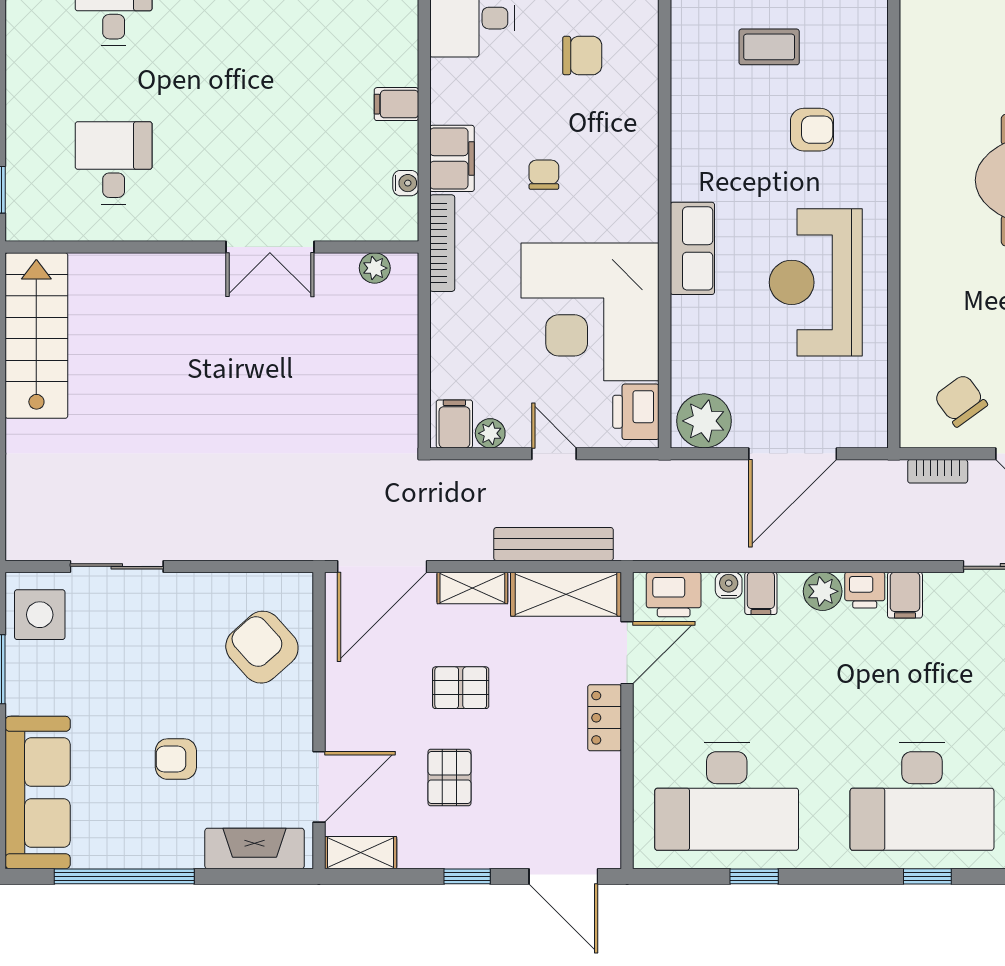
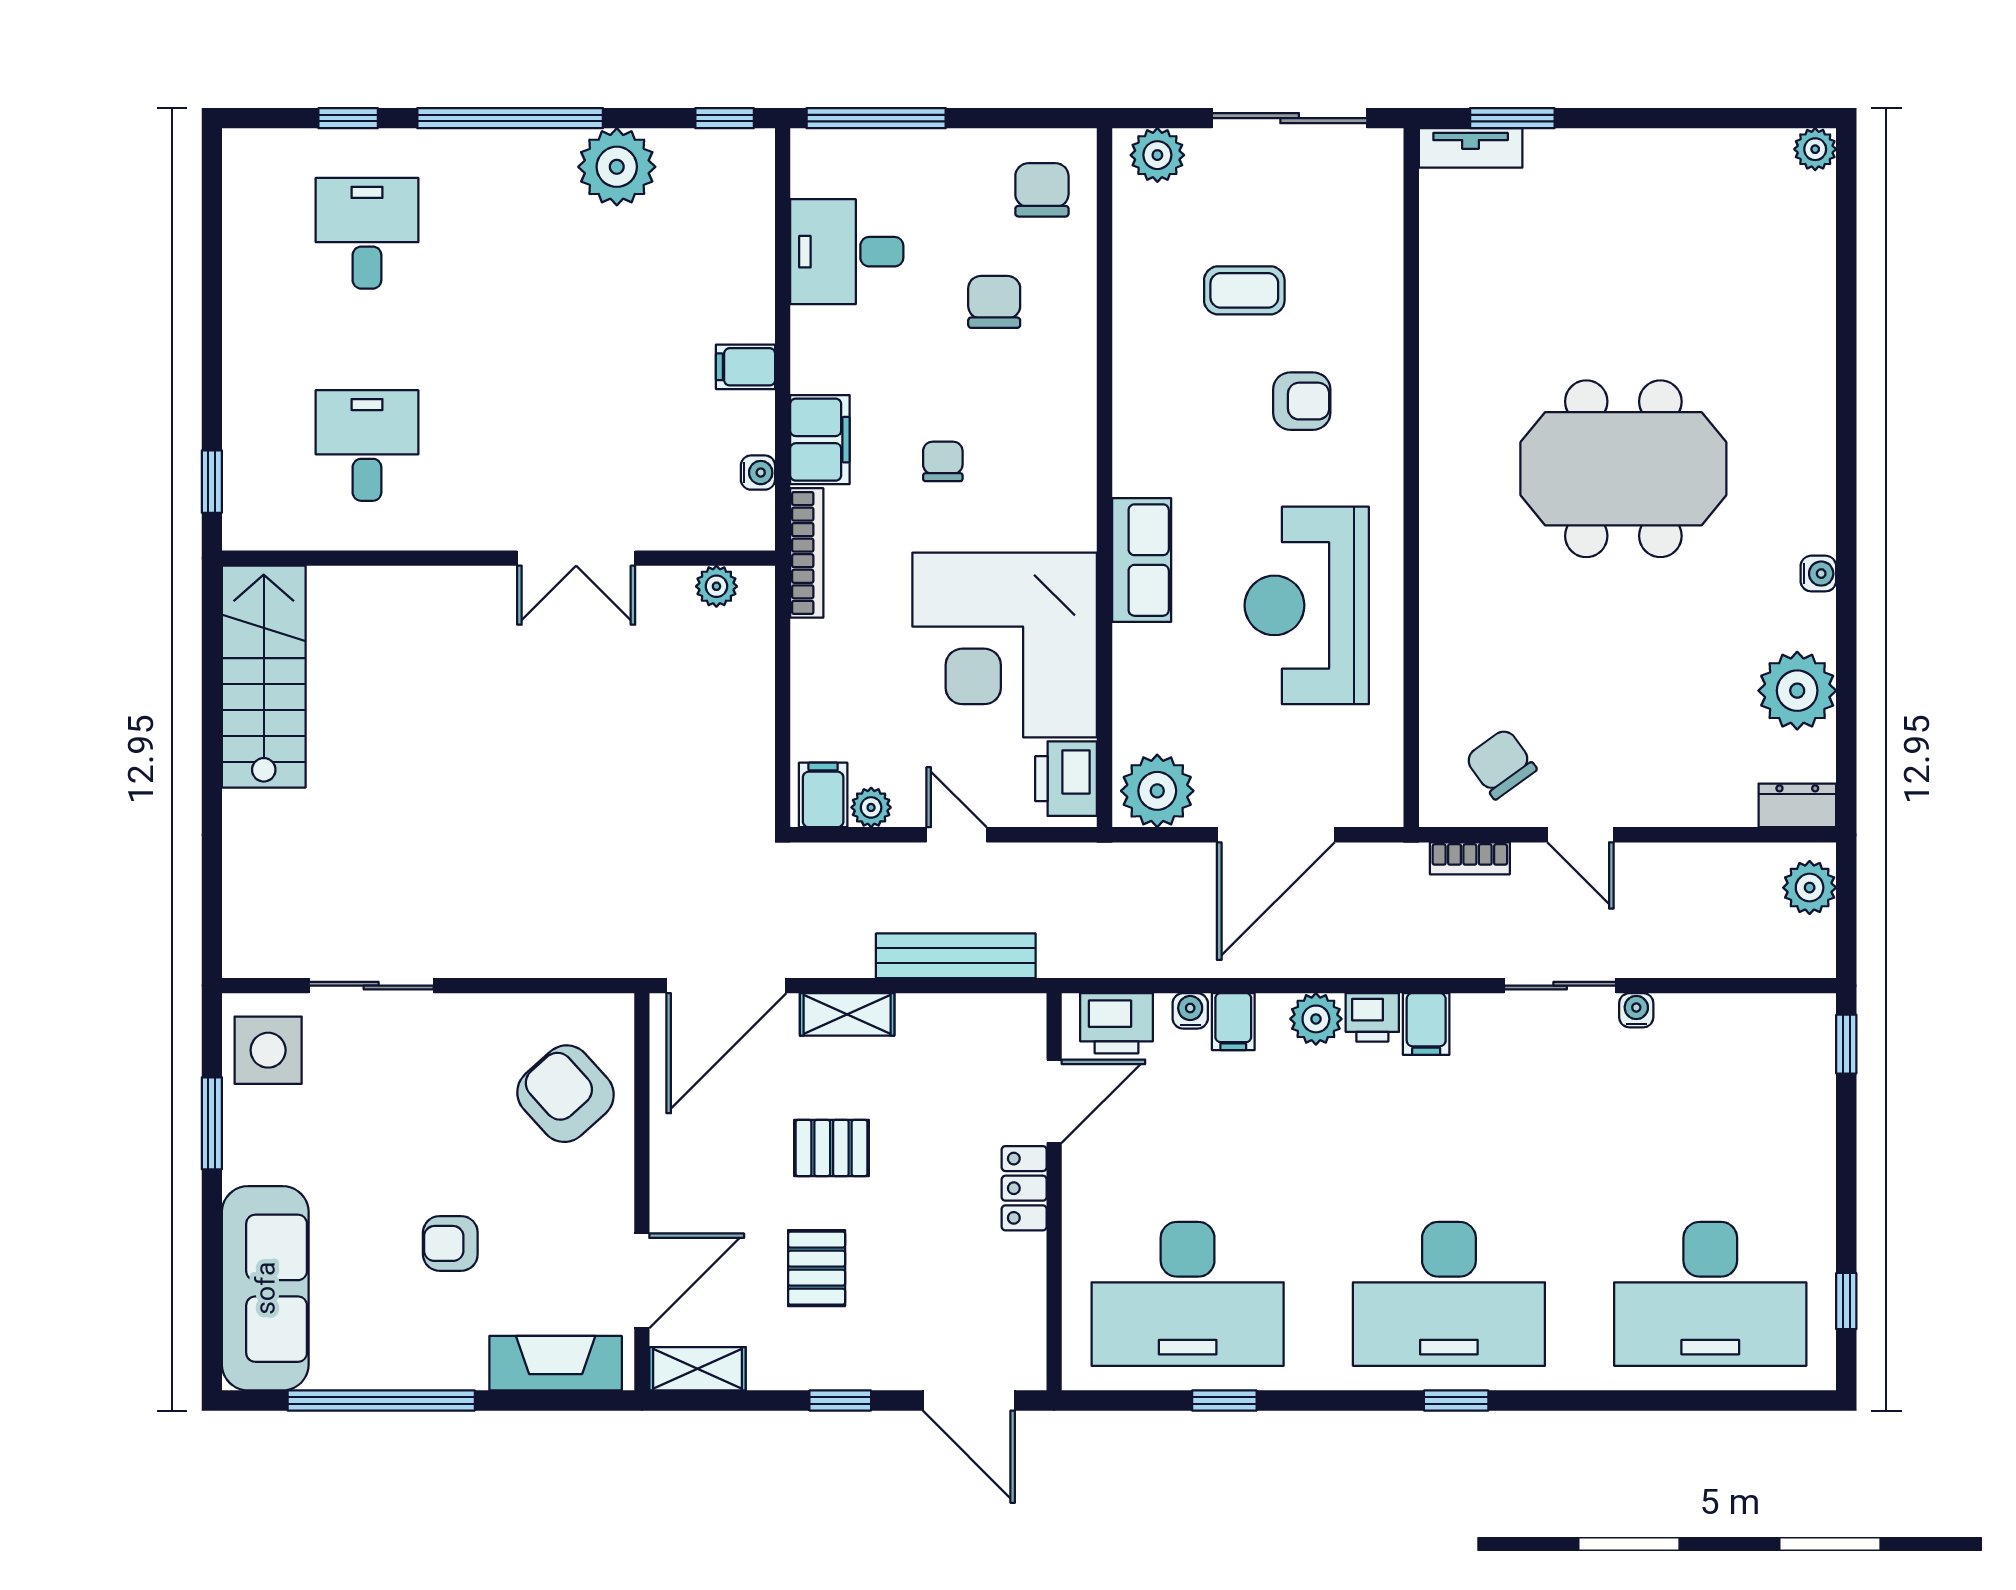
chair: (582, 56) -> (994, 302), turned -90
shelving: (566, 594) -> (972, 1023), removed

